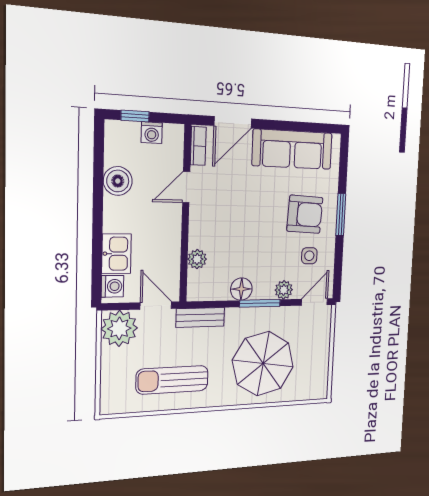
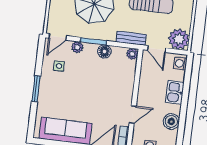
armchair: (305, 214) -> (60, 91), removed
kitchen sink: (116, 254) -> (175, 92), moved
plant: (197, 259) -> (132, 54), moved

